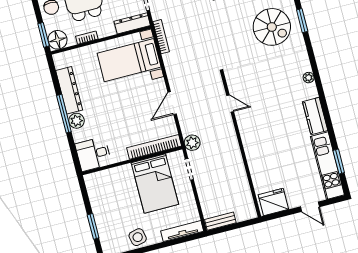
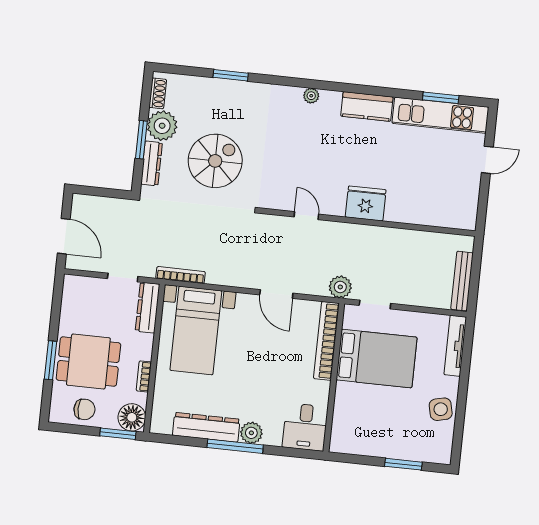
spiral stairs: (272, 27) -> (215, 161), moved
door: (230, 104) -> (306, 216), hinge flipped
fridge: (273, 202) -> (366, 203), moved, turned 90
bench: (220, 221) -> (462, 281), width x1.36

